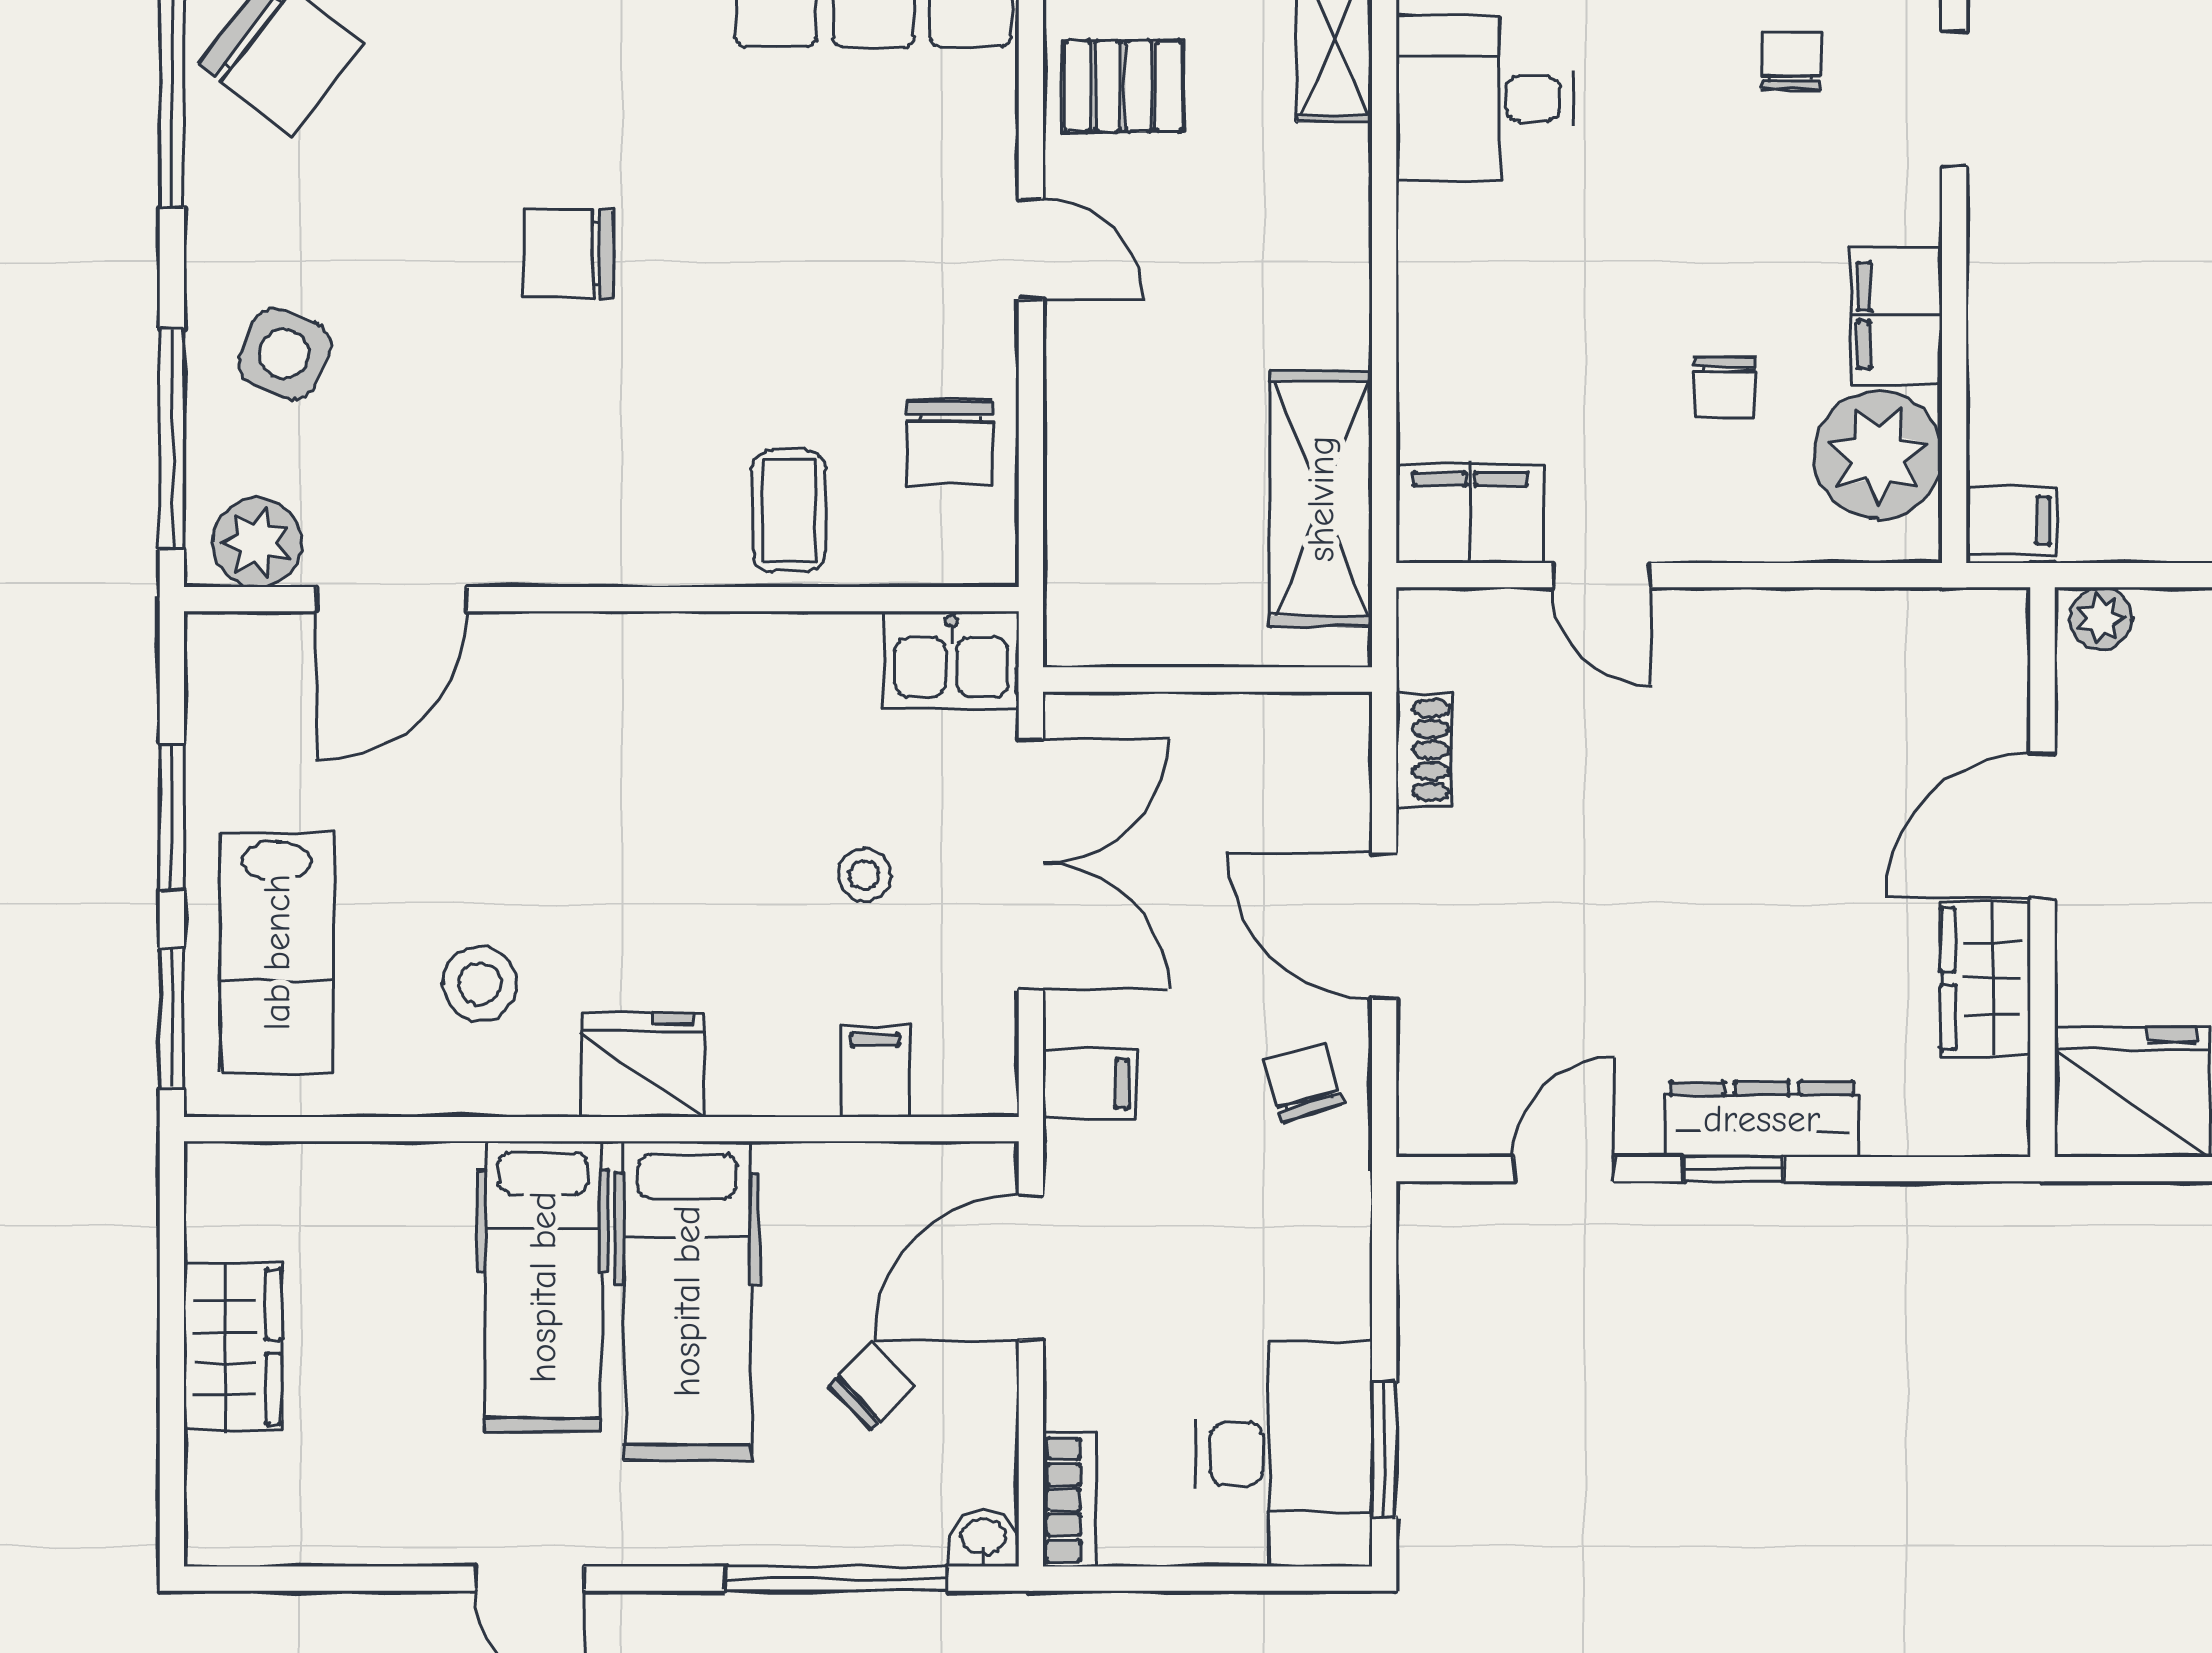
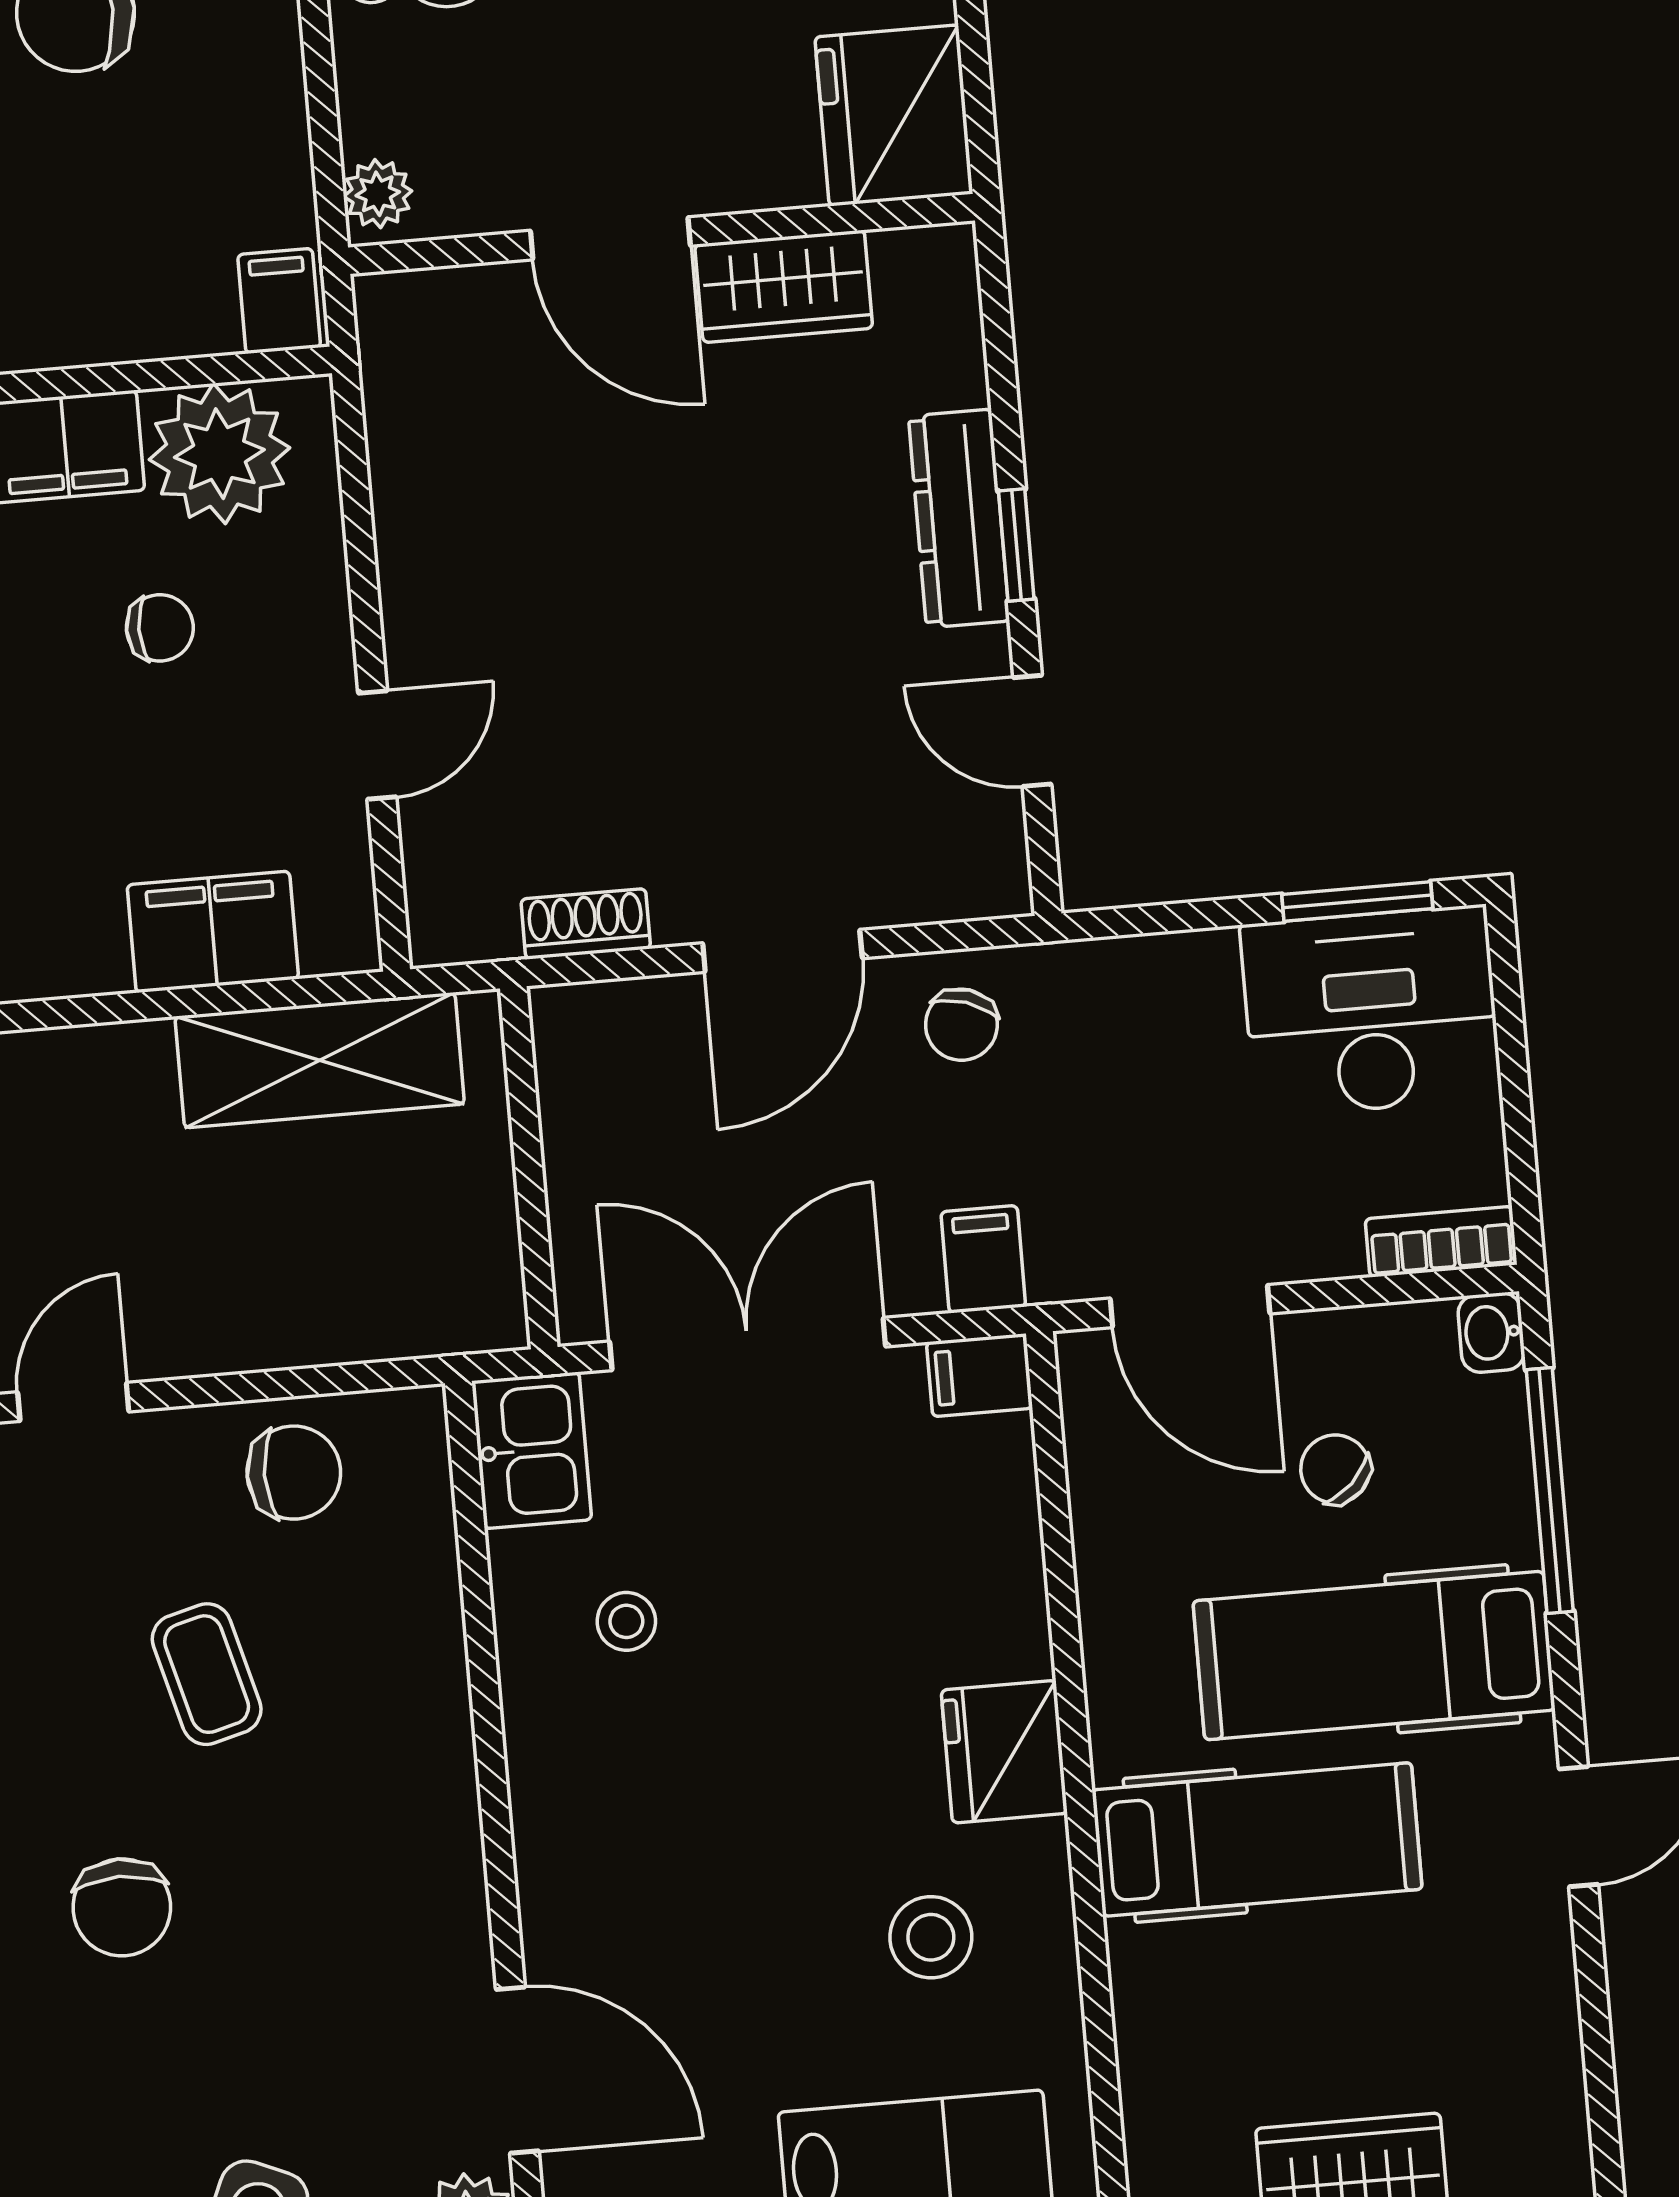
coffee table: (789, 511) -> (207, 1674), moved, turned 75
filing cabinet: (1470, 514) -> (213, 932), moved, turned 90
stool: (864, 875) -> (626, 1621), moved
filing cabinet: (875, 1071) -> (980, 1375), moved
chair: (1303, 1082) -> (961, 1025), turned -56
hospital bed: (687, 1301) -> (1374, 1656), moved, turned 180

